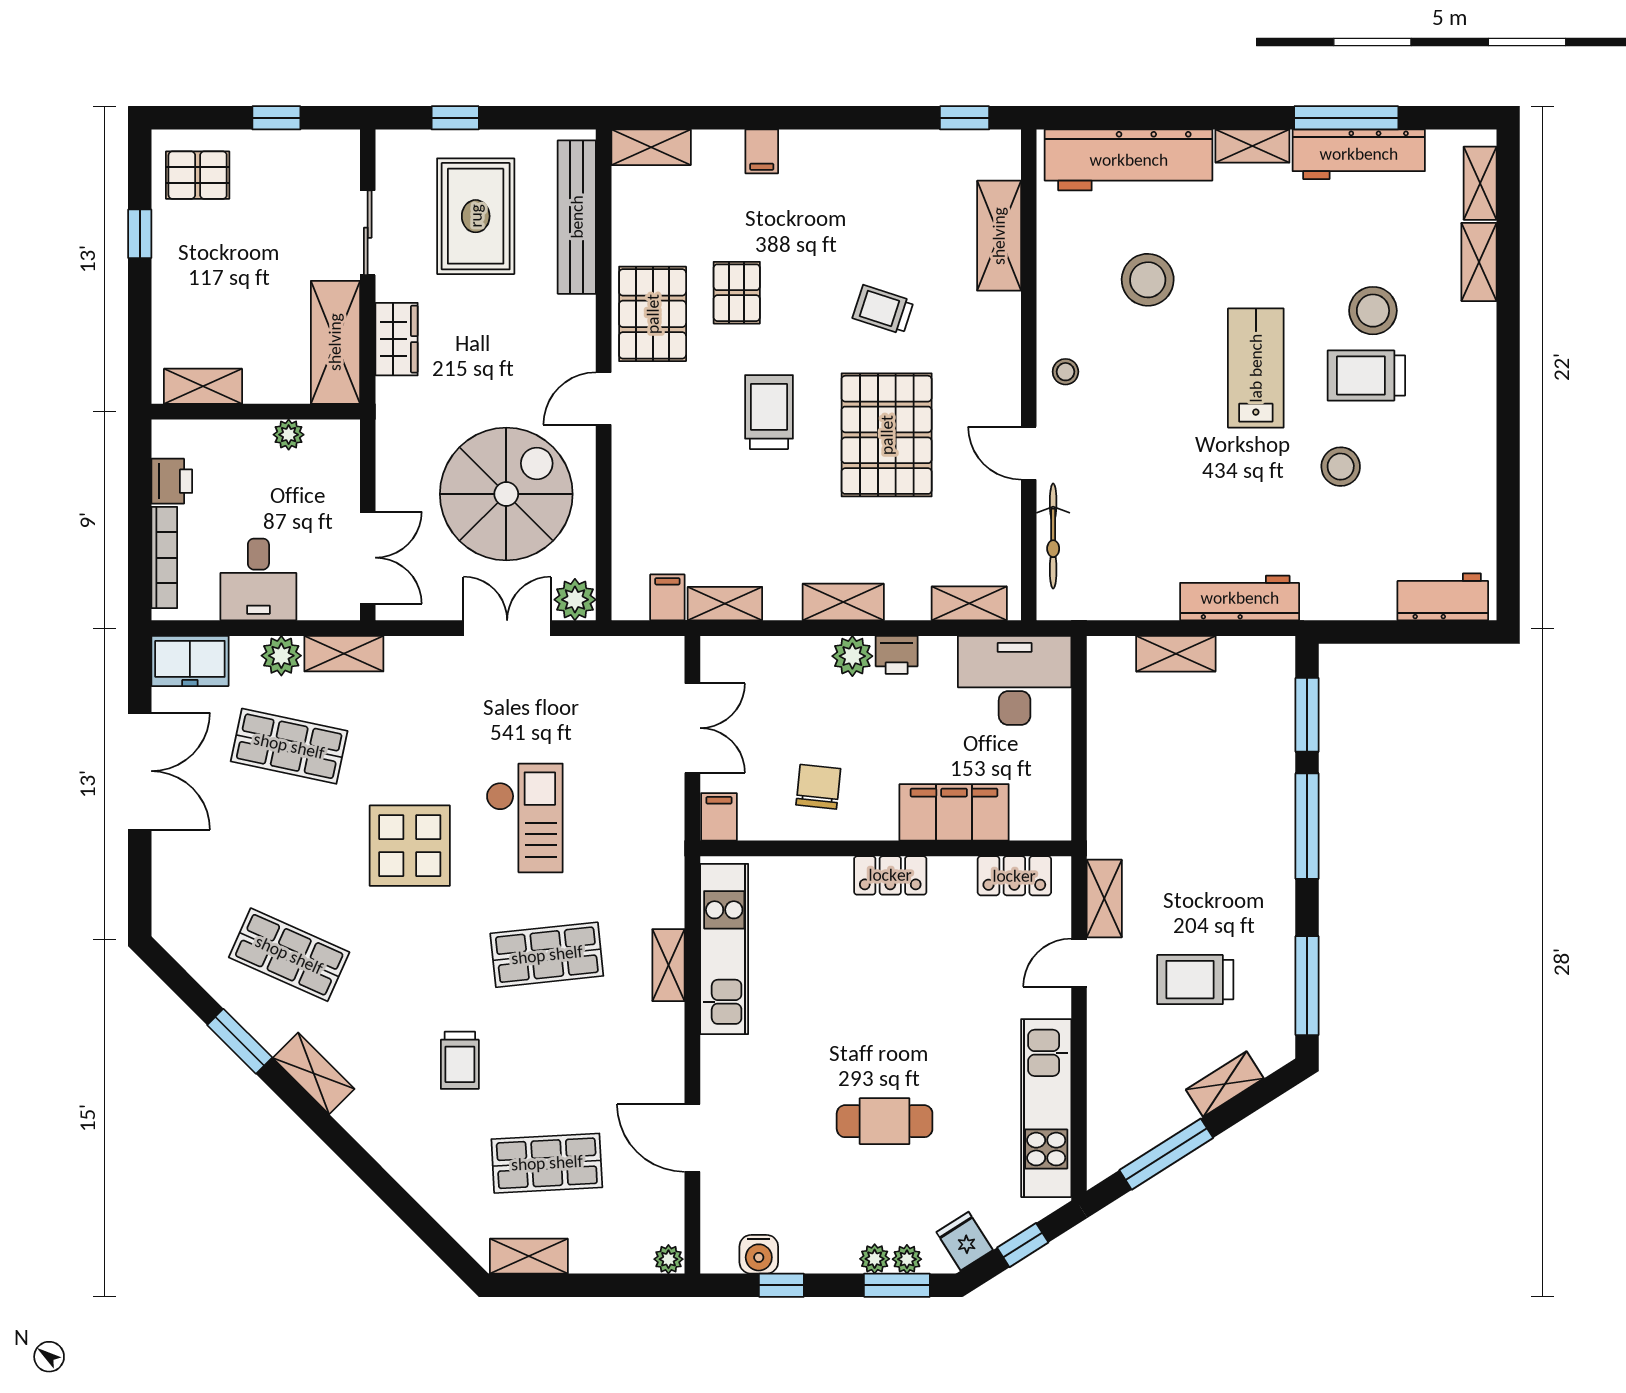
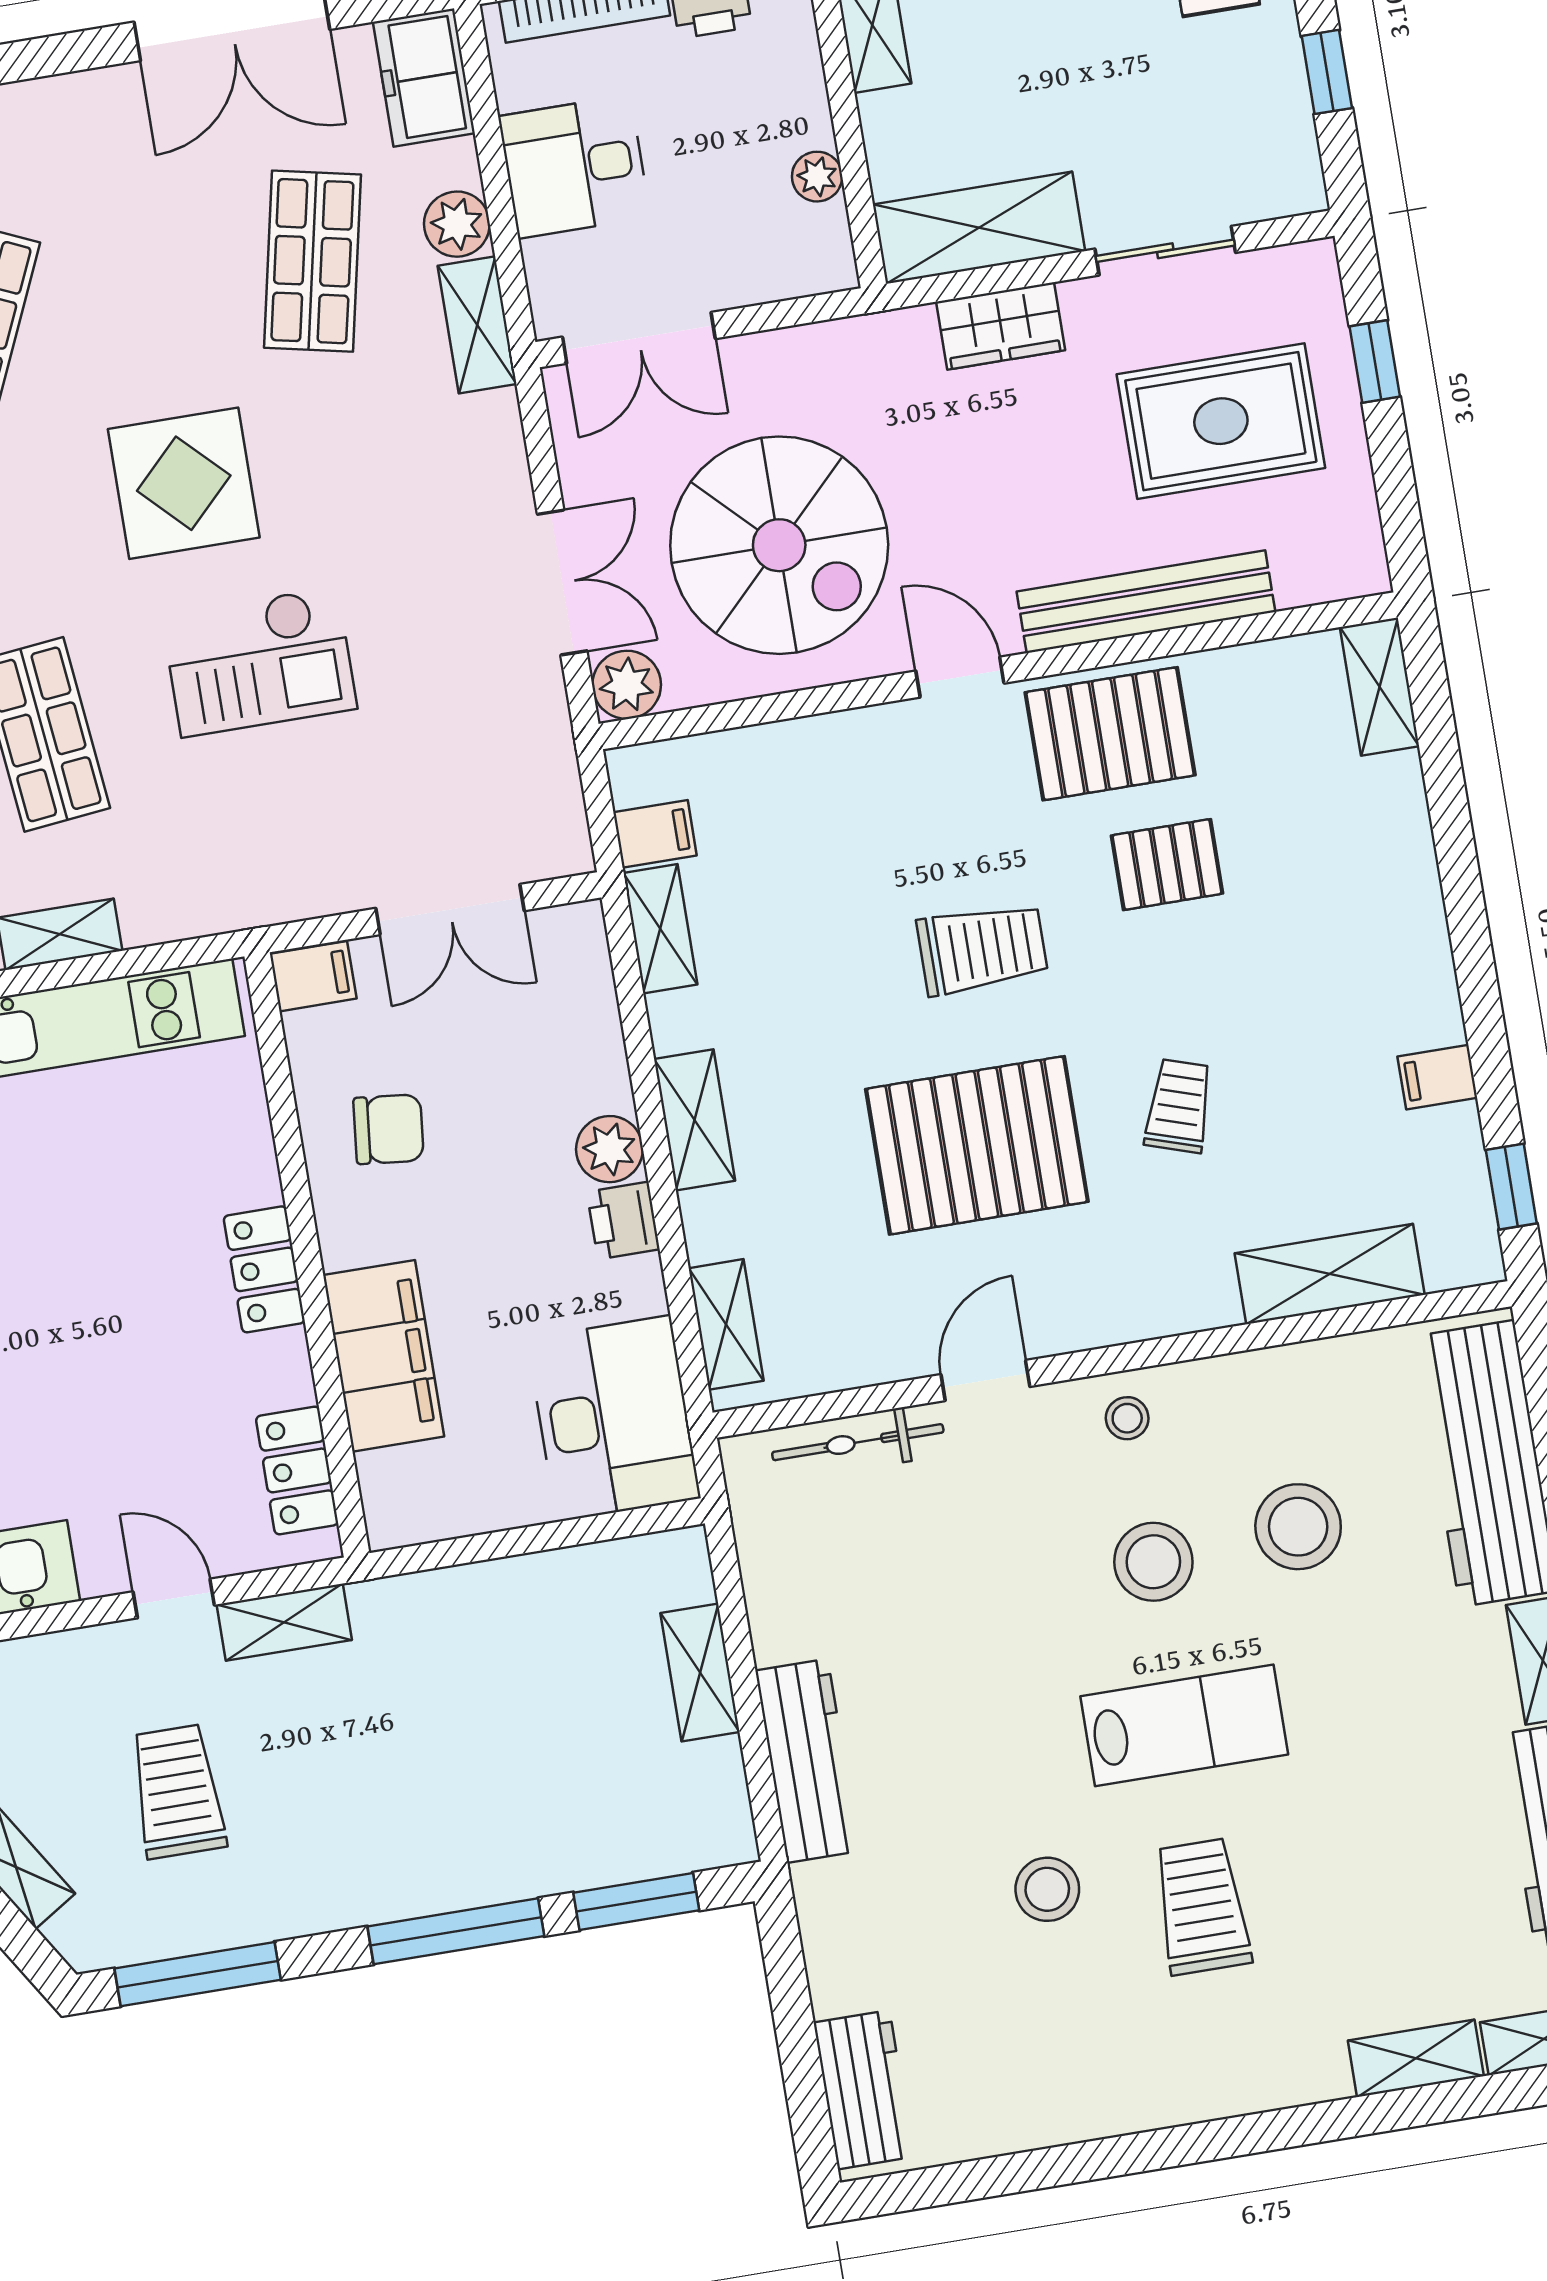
filing cabinet: (762, 151) -> (1437, 1077), moved
bench: (577, 217) -> (1146, 602), moved
stool: (1373, 311) -> (1153, 1562), moved

